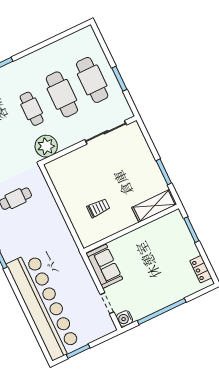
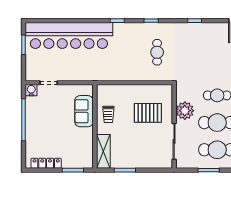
plant: (46, 146) -> (185, 111), moved
pallet: (88, 177) -> (148, 113), added
trolley: (98, 208) -> (108, 114), moved
sofa: (104, 266) -> (84, 111), moved, turned 90
locker: (201, 269) -> (46, 163), width x1.53

